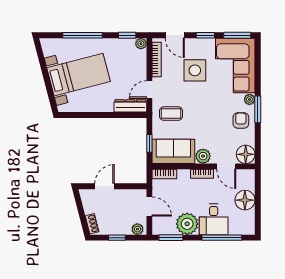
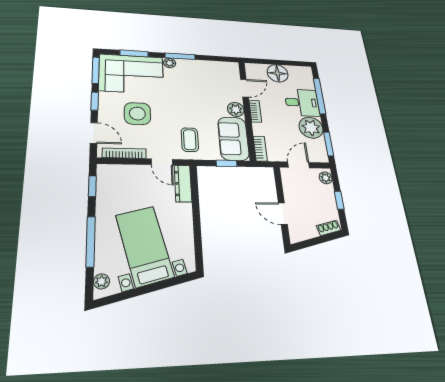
door: (175, 35) -> (94, 133), hinge flipped
plant: (141, 44) -> (102, 281), moved
window: (258, 68) -> (134, 53), added
armchair: (241, 120) -> (193, 72), removed
floor lamp: (246, 154) -> (230, 70), removed

